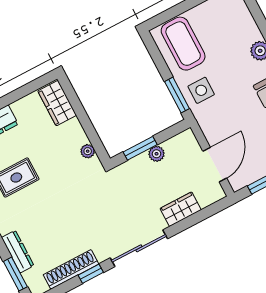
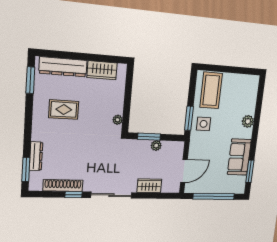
wardrobe: (57, 103) -> (102, 70), moved, turned -90

